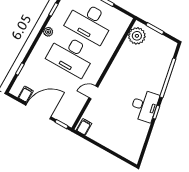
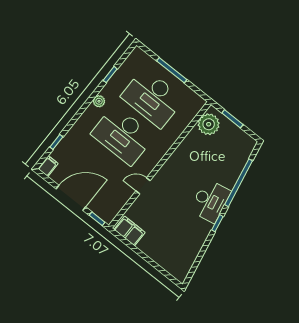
filing cabinet: (26, 94) -> (48, 166), moved
desk: (144, 106) -> (210, 201), moved
filing cabinet: (84, 127) -> (130, 231), width x2.00

